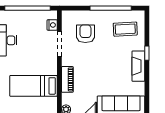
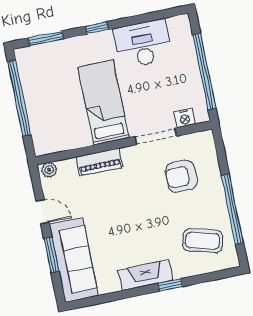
coffee table: (125, 29) -> (203, 241), turned -72
armchair: (85, 34) -> (181, 176), turned 180
bed: (33, 86) -> (103, 102), moved

